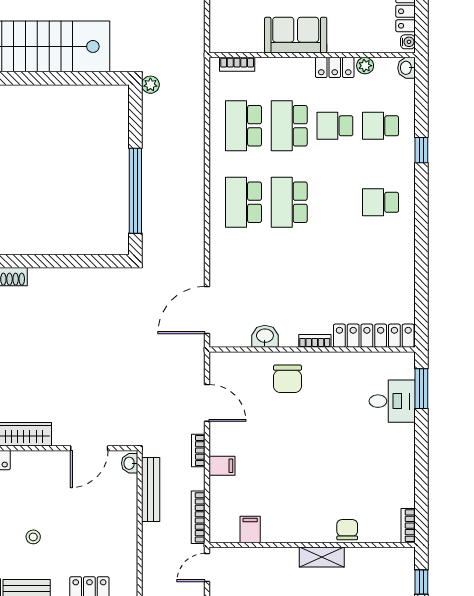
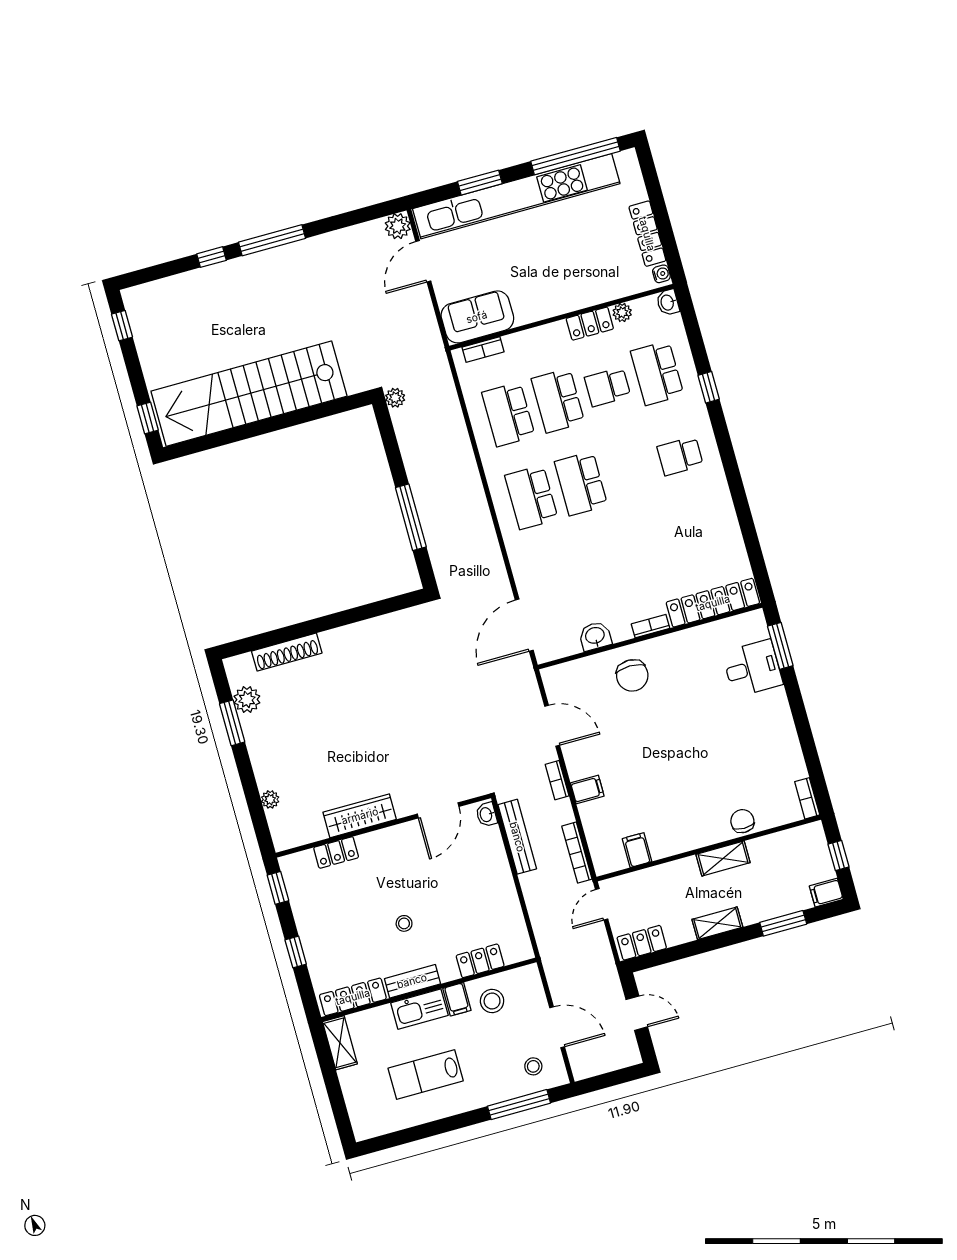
sofa: (296, 35) -> (477, 317), moved
school desk: (381, 126) -> (657, 373), width x1.85
window: (135, 191) -> (411, 517), width x0.68

